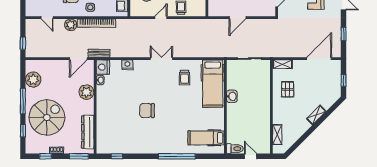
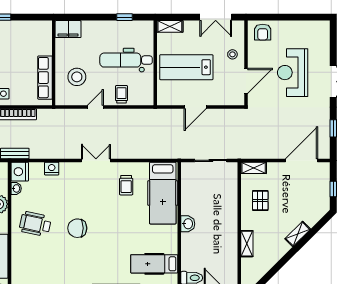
washbasin: (232, 96) -> (188, 224), moved
wheelchair: (115, 107) -> (35, 224), added
shelving: (277, 135) -> (247, 244), moved

